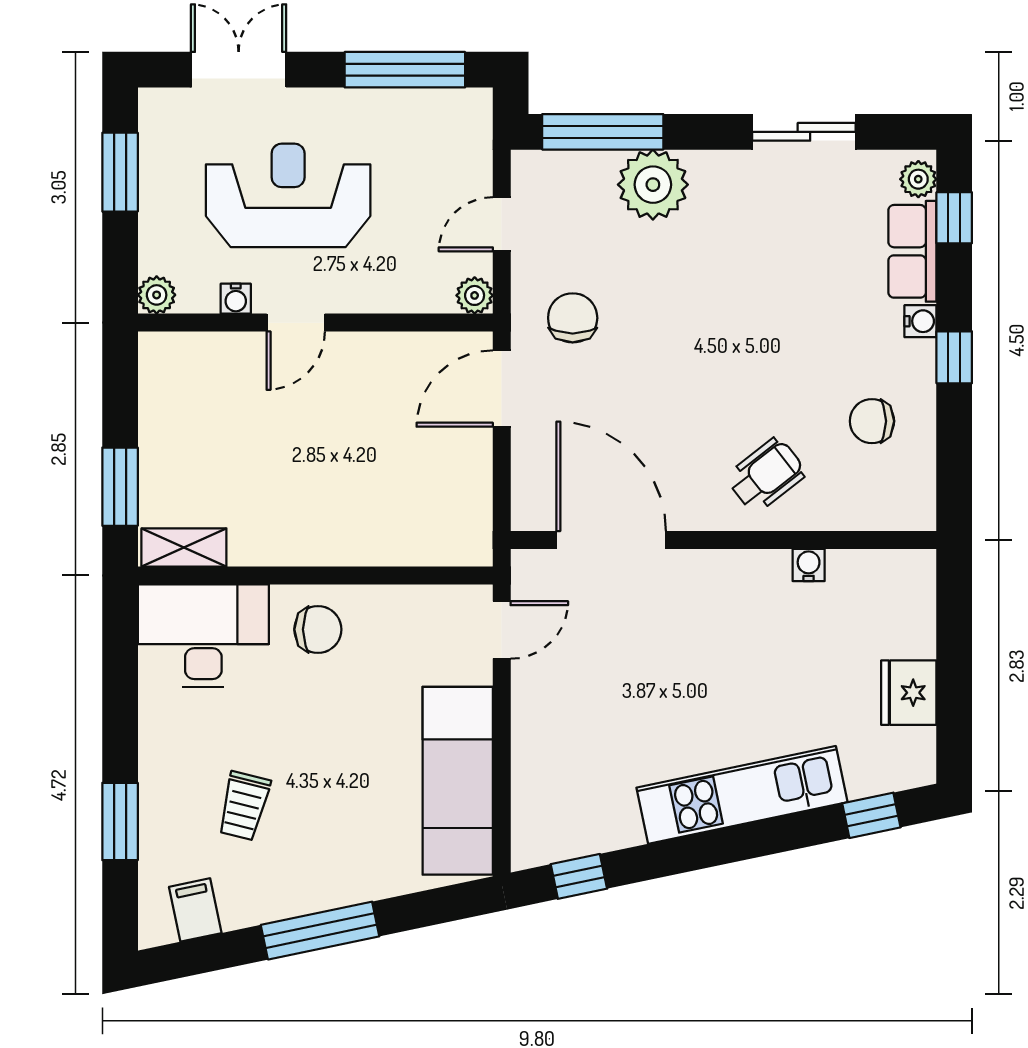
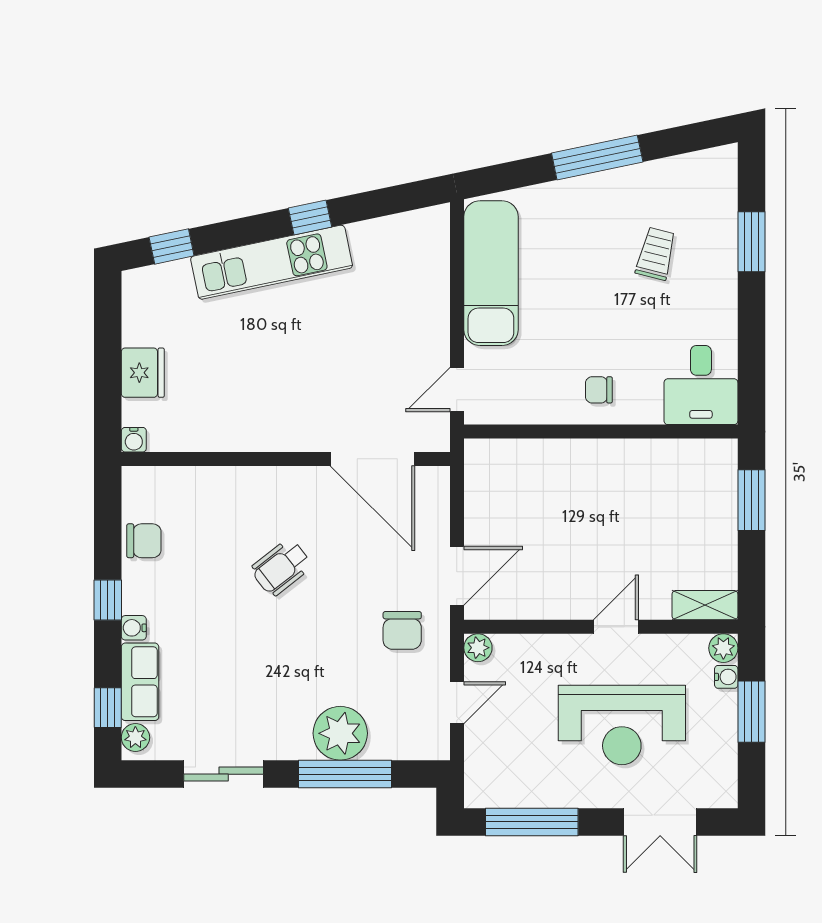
window: (603, 132) -> (345, 774), moved
window: (120, 172) -> (751, 712), moved
water cooler: (236, 299) -> (726, 677), moved, turned 90
chair: (872, 421) -> (144, 541), moved
wheelchair: (766, 475) -> (281, 567), moved
shelving: (184, 547) -> (705, 605), moved
water cooler: (809, 565) -> (134, 440), moved
chair: (318, 629) -> (599, 390), width x0.73, depth x0.73
desk: (203, 636) -> (701, 385), width x0.73
fridge: (909, 693) -> (143, 373), moved
window: (579, 876) -> (310, 218), moved
filing cabinet: (195, 910) -> (693, 173), removed

